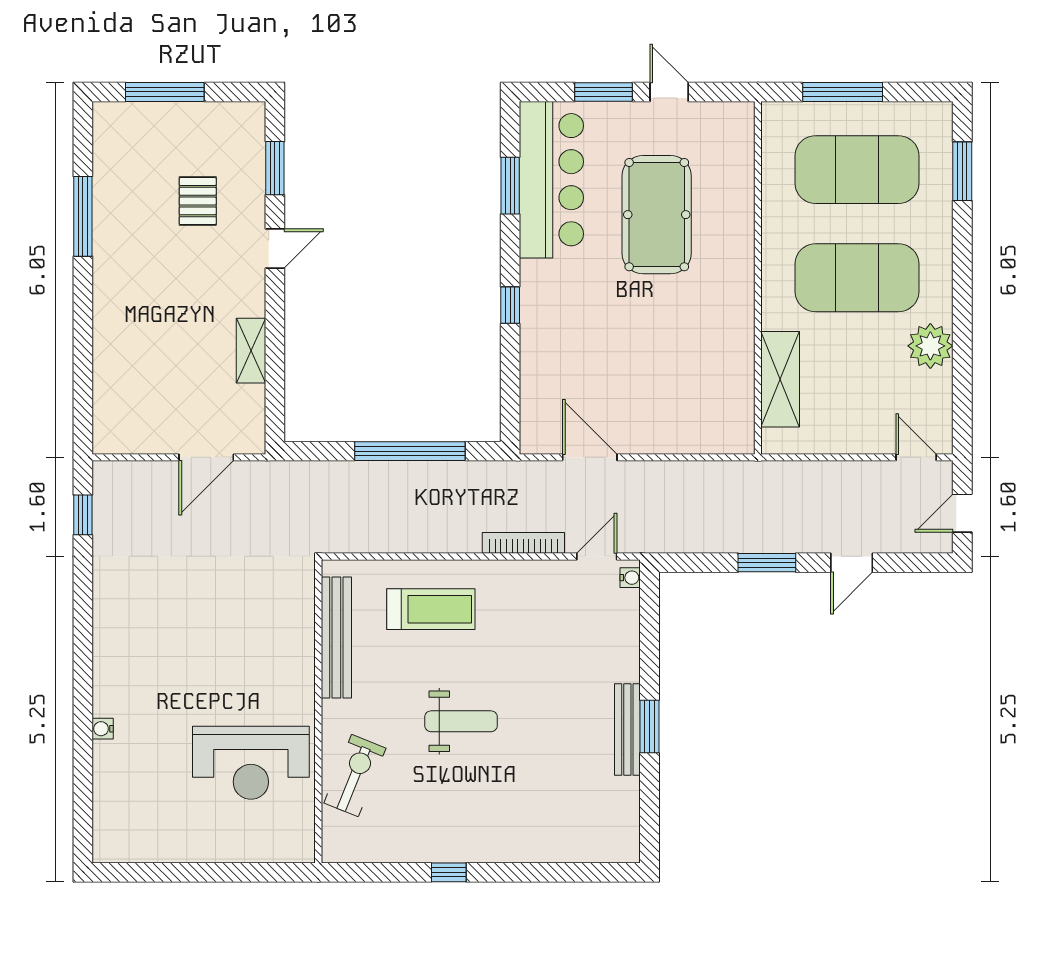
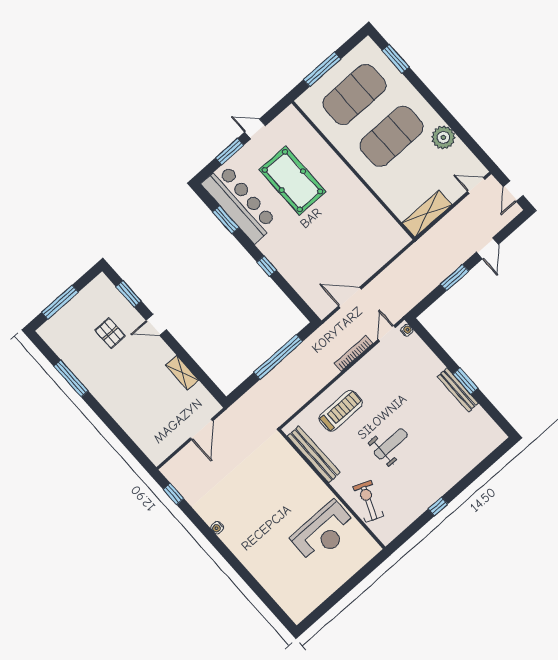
door: (275, 248) -> (156, 325), swing flipped
shelving: (780, 379) -> (427, 214), moved, turned 90
water cooler: (103, 729) -> (217, 528), moved

